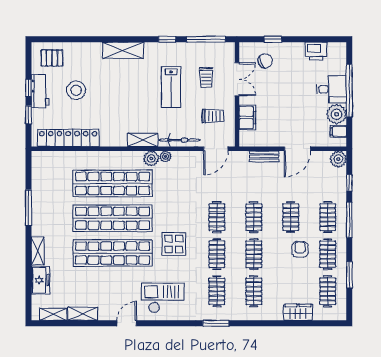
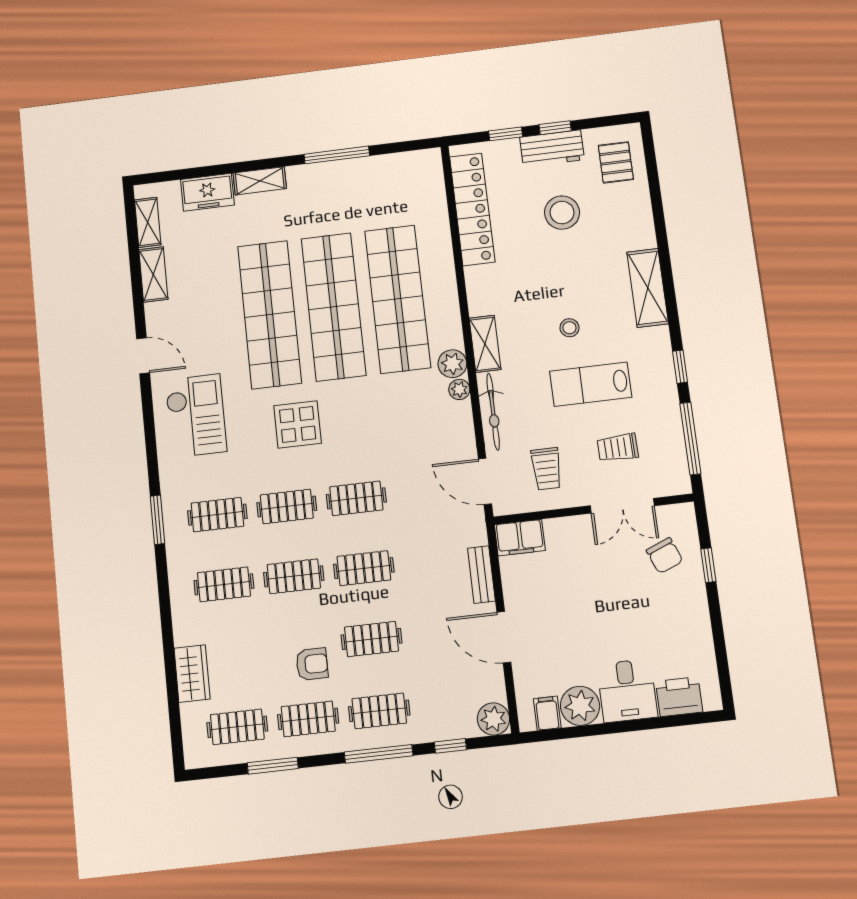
printer: (316, 51) -> (679, 697), moved, turned 90
window: (349, 91) -> (629, 726), removed
stool: (139, 94) -> (569, 328), added
filing cabinet: (247, 118) -> (520, 538), moved

